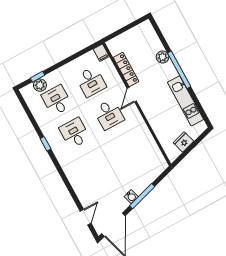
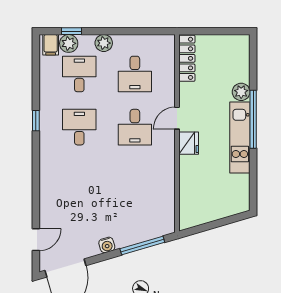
filing cabinet: (101, 53) -> (51, 45), moved
locker: (126, 69) -> (187, 58), moved
plant: (61, 73) -> (104, 43), added
kitchen unit: (185, 101) -> (240, 138), moved
fridge: (183, 142) -> (189, 143), moved, turned 106
window: (142, 196) -> (142, 245), moved

